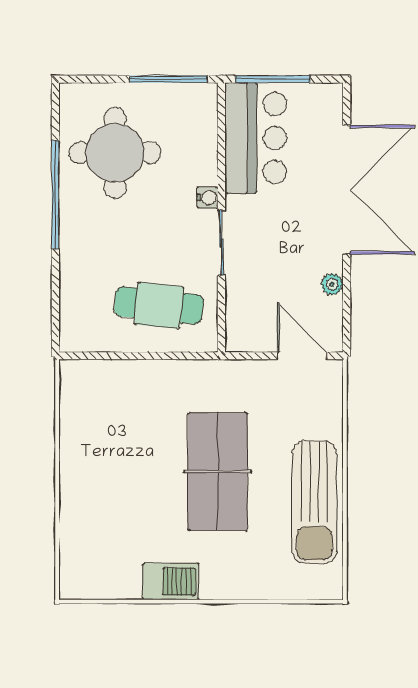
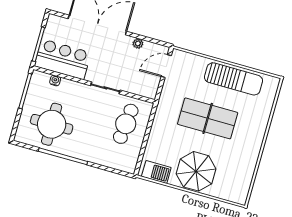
water cooler: (207, 198) -> (55, 81), moved
parasol: (102, 478) -> (196, 171), added
barbecue: (171, 582) -> (156, 172), moved, turned 90

